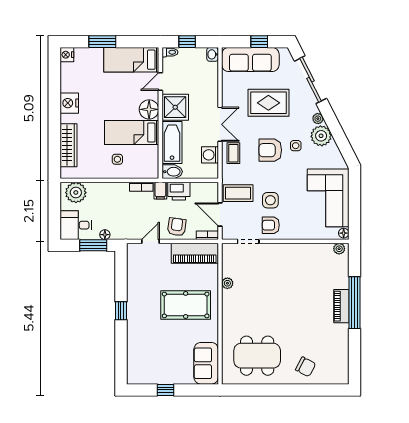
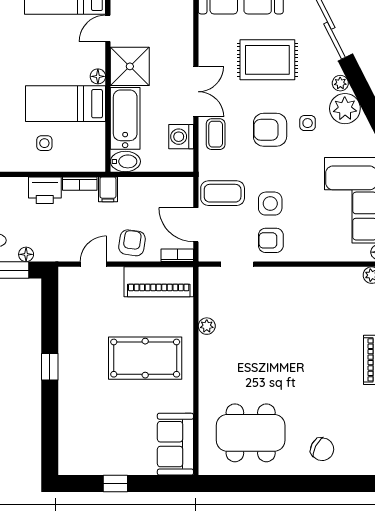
floor lamp: (149, 109) -> (98, 76), width x0.53, depth x0.53
printer: (179, 191) -> (45, 190), moved

